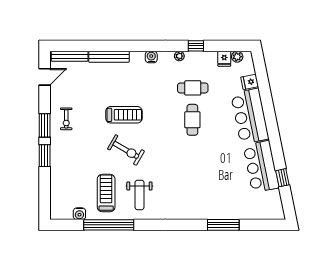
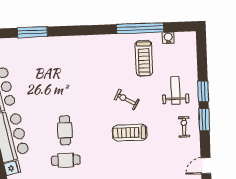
exercise bike: (126, 150) -> (127, 100), width x0.73, depth x0.72
weight bench: (139, 195) -> (175, 90), moved

